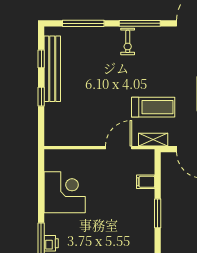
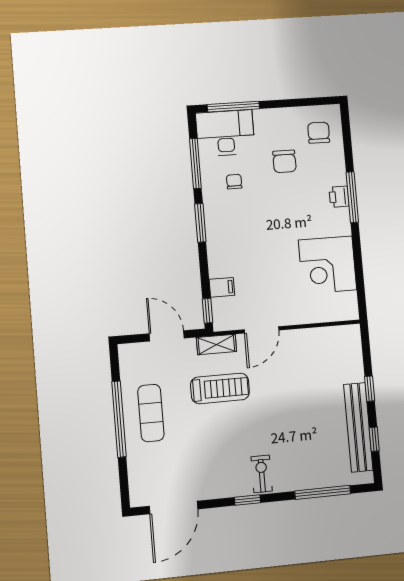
window: (140, 23) -> (247, 500), width x0.46
treadmill: (153, 107) -> (220, 388), turned 180
window: (158, 165) -> (208, 311), added
window: (158, 213) -> (200, 223), moved

